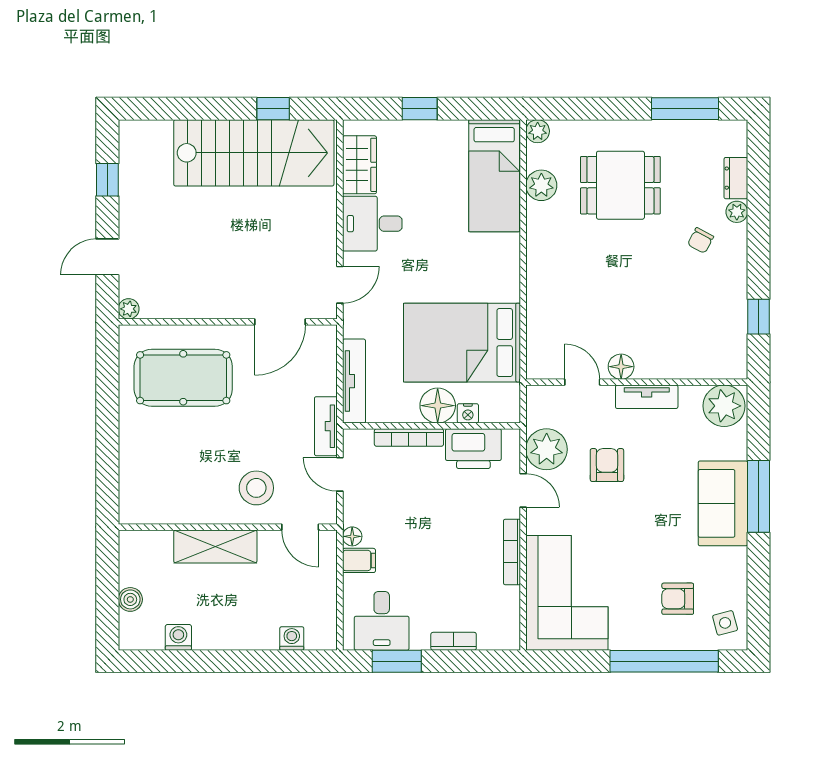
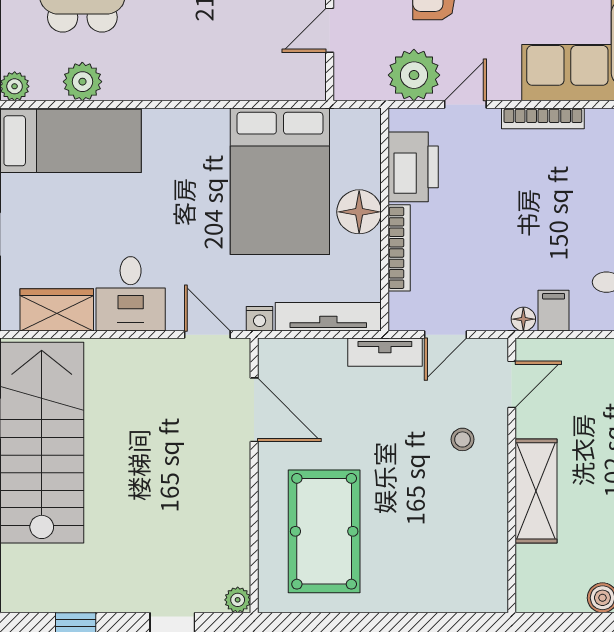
nightstand: (468, 413) -> (260, 319), moved, turned 90
stool: (256, 488) -> (462, 439), width x0.53, depth x0.53

